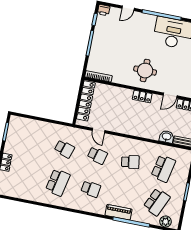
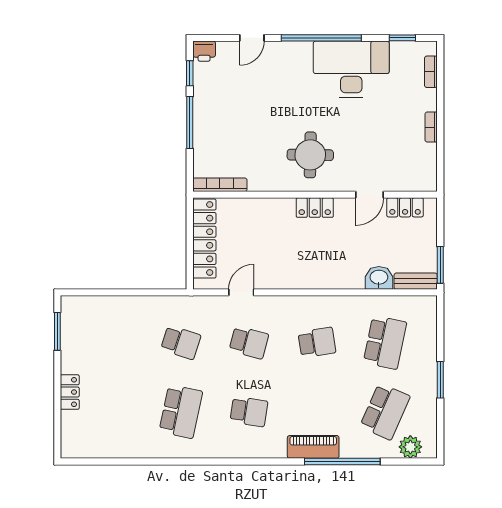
door: (99, 131) -> (241, 292), swing flipped

